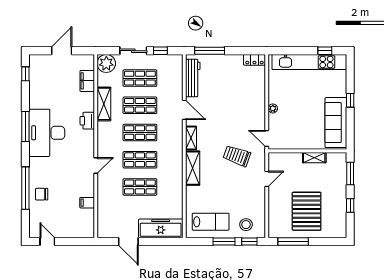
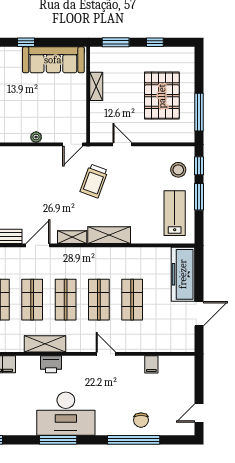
shelving: (104, 104) -> (45, 344), moved
pallet: (307, 211) -> (162, 96), turned 90

